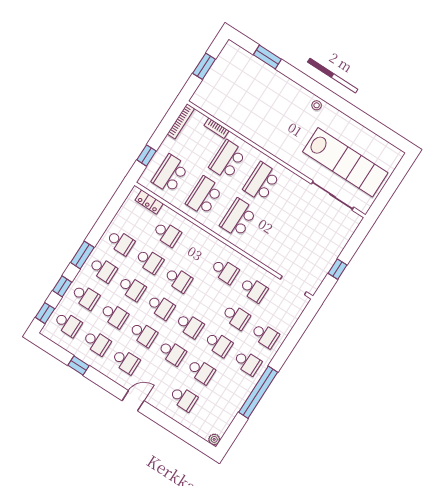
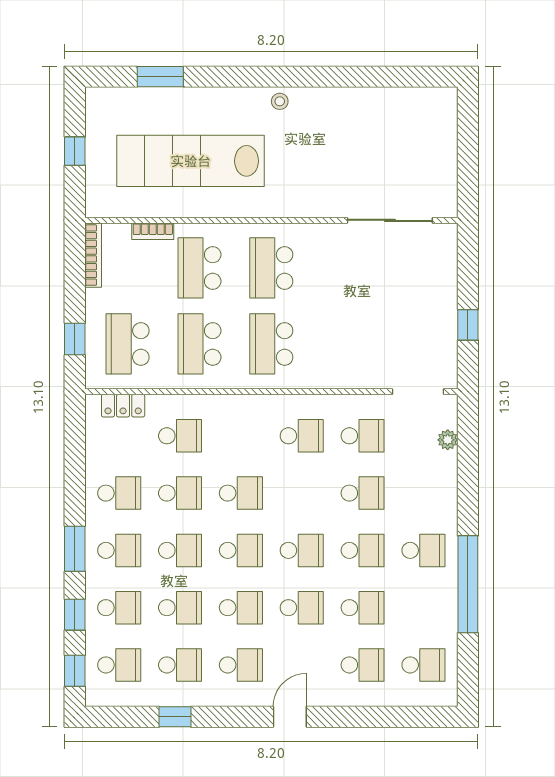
window: (204, 66) -> (75, 151), width x0.67
lab bench: (345, 162) -> (191, 161), moved, turned 180
school desk: (265, 335) -> (423, 665), moved
plant: (214, 439) -> (448, 440), moved

